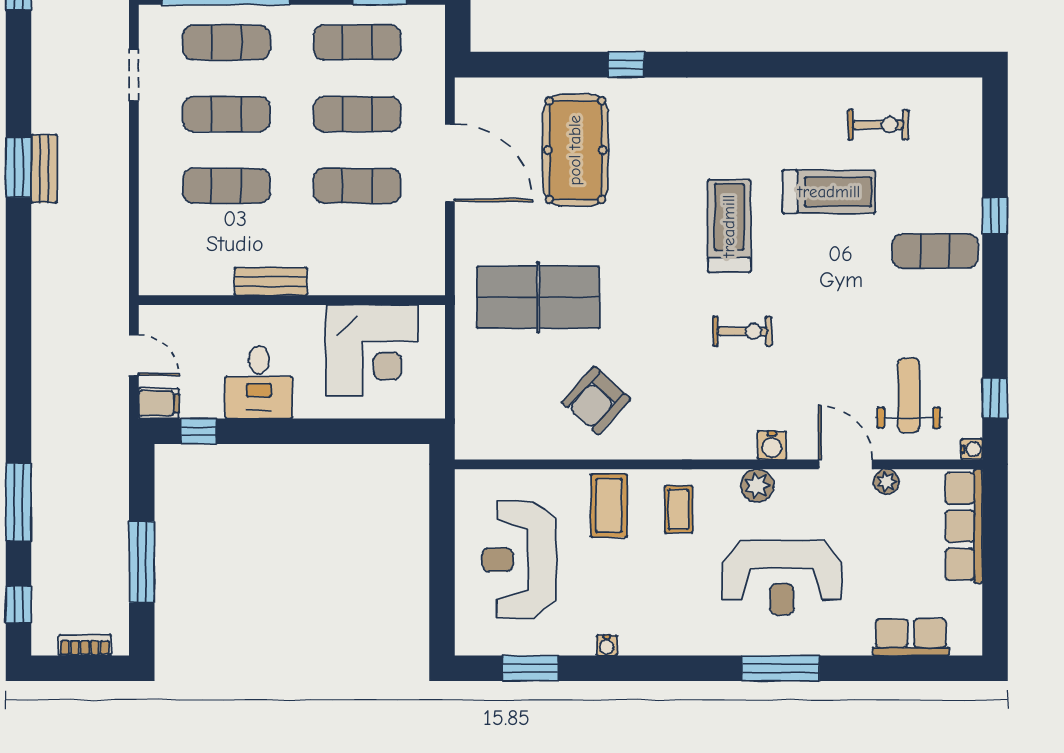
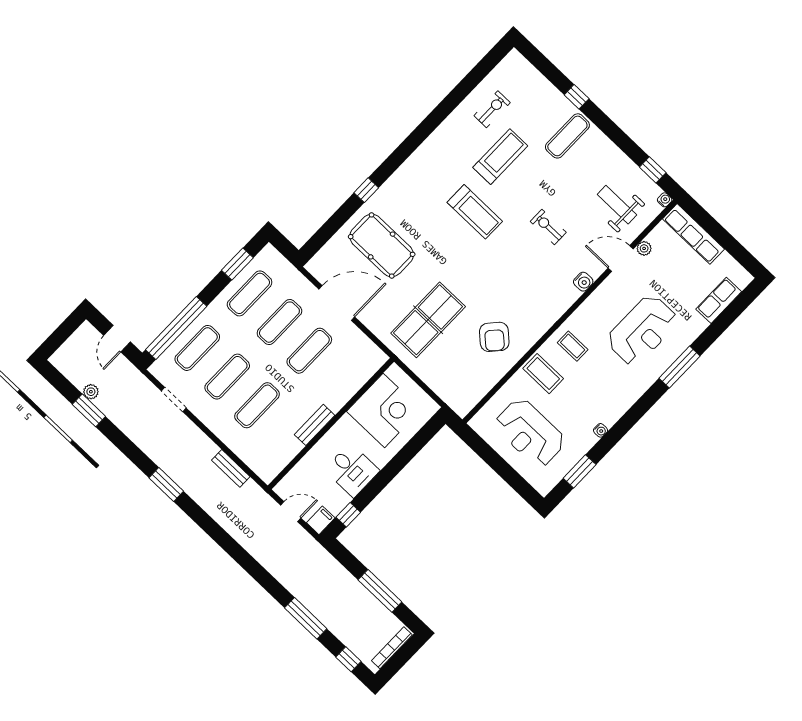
bench: (44, 169) -> (231, 468), moved
treadmill: (729, 226) -> (475, 212), turned 180
exercise bike: (742, 331) -> (548, 227), moved, turned -90
plant: (757, 486) -> (594, 304), removed
bookcase: (85, 645) -> (392, 648), width x1.56

